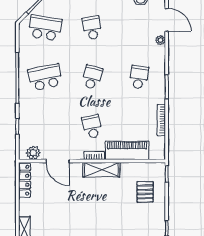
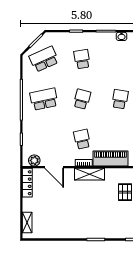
school desk: (45, 28) -> (44, 59), turned -33

